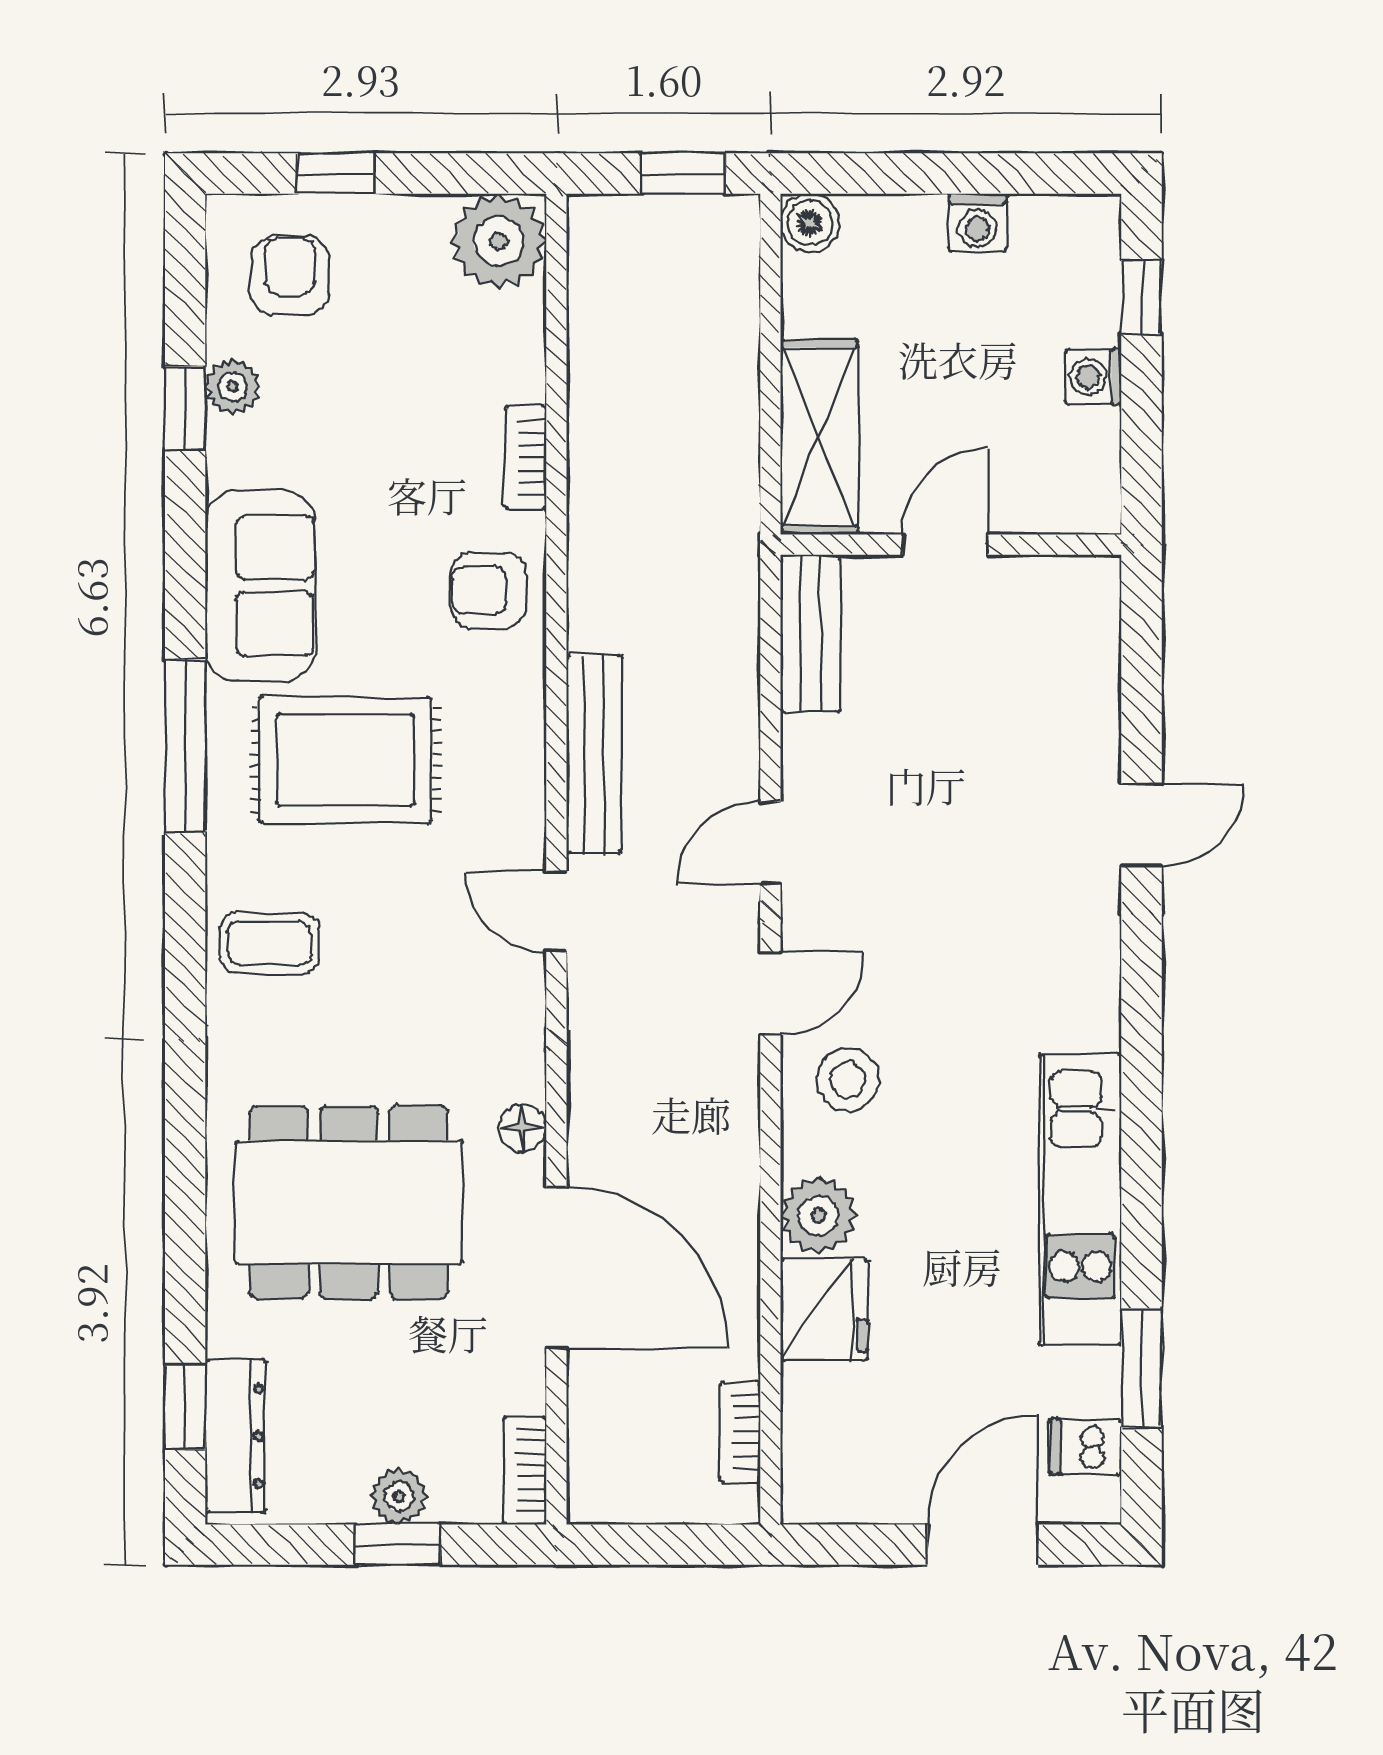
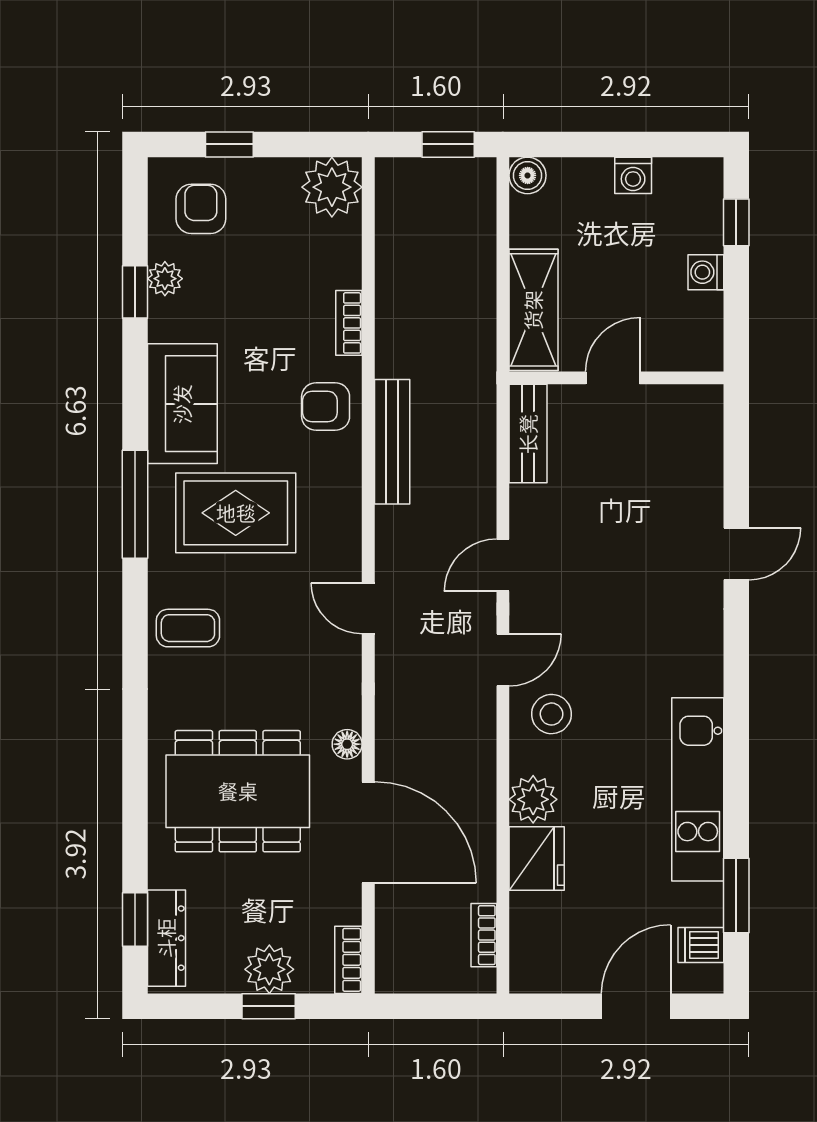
bench: (594, 754) -> (392, 442), moved
plant: (399, 1496) -> (269, 969), width x1.38, depth x1.38

